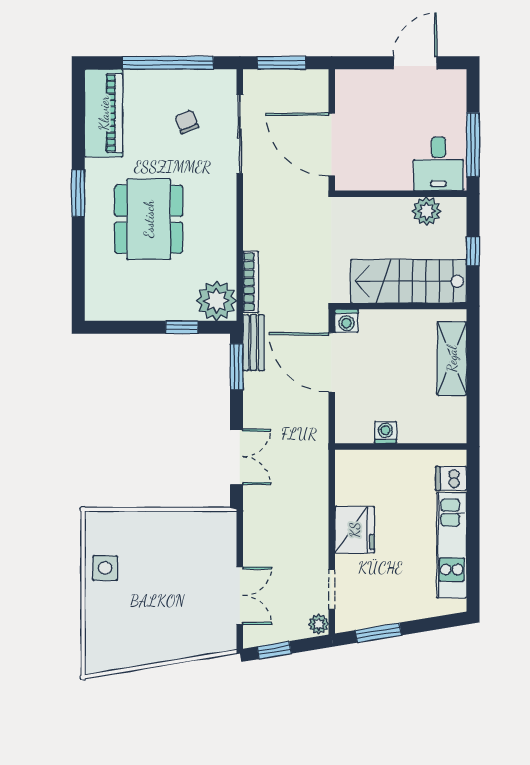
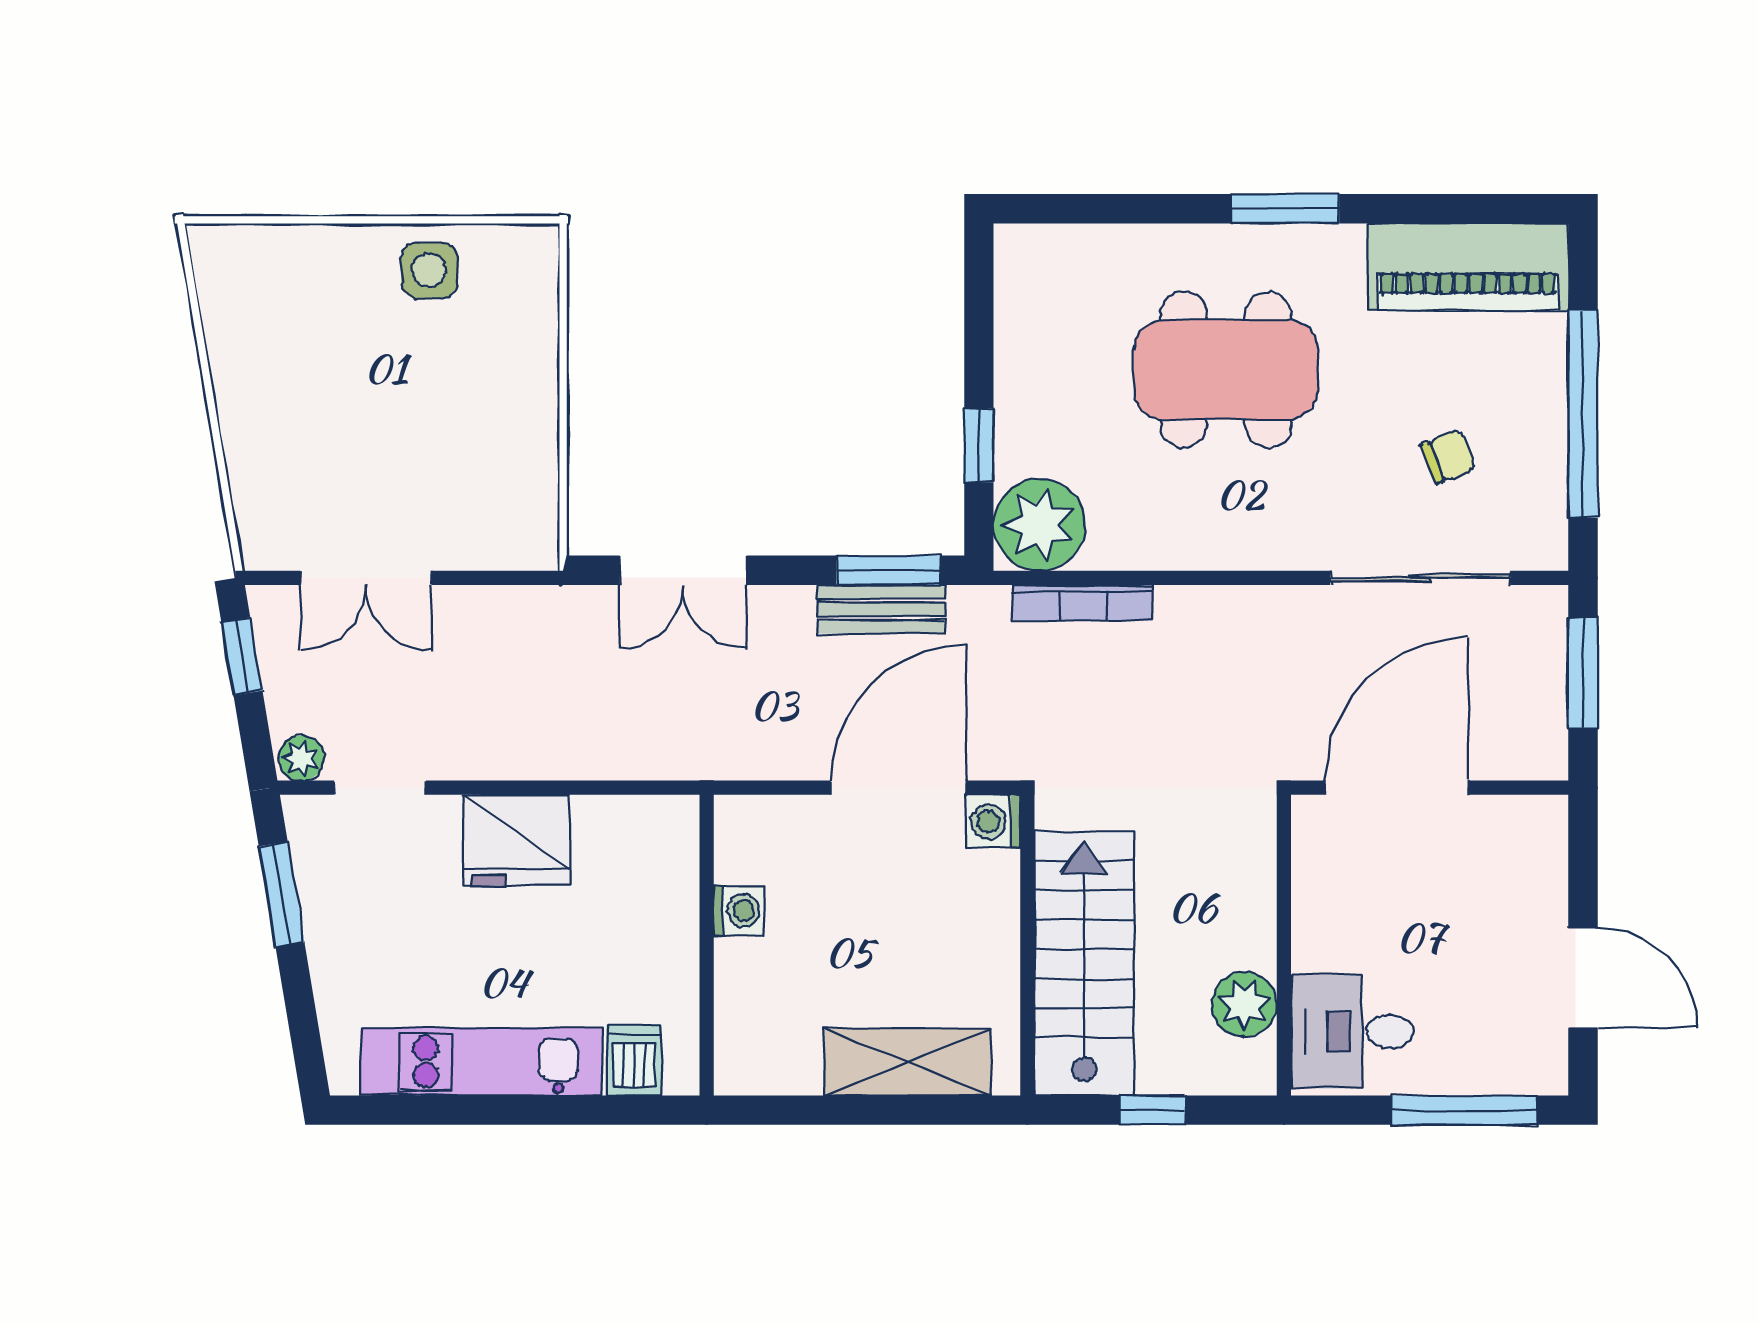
window: (473, 145) -> (1464, 1110), moved
bench: (254, 343) -> (881, 609), moved

